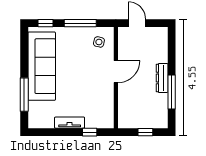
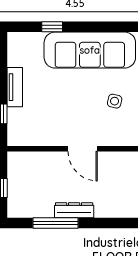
side table: (99, 42) -> (115, 101), moved
window: (24, 95) -> (52, 27), width x0.46

